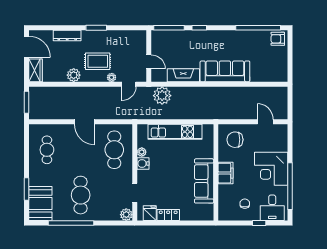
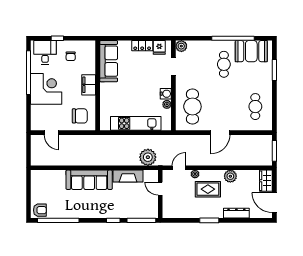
door: (85, 122) -> (220, 133), swing flipped
sofa: (204, 181) -> (109, 61), moved
cafe table: (81, 195) -> (224, 64), width x0.73, depth x0.74
booth: (40, 204) -> (251, 51), moved, turned 90

